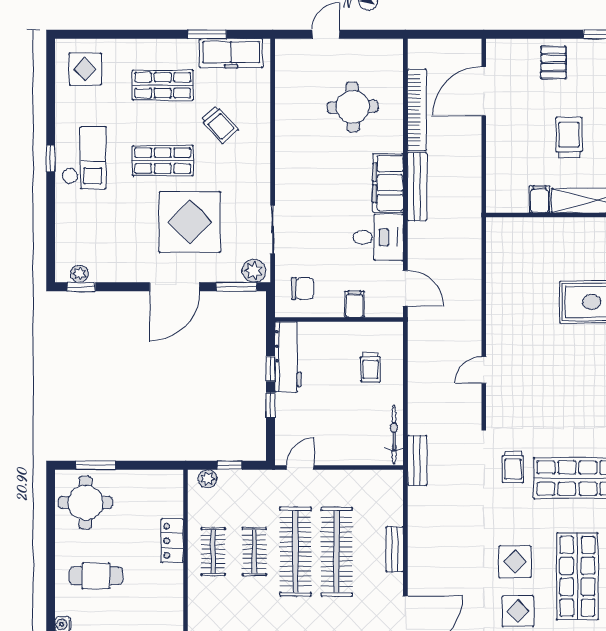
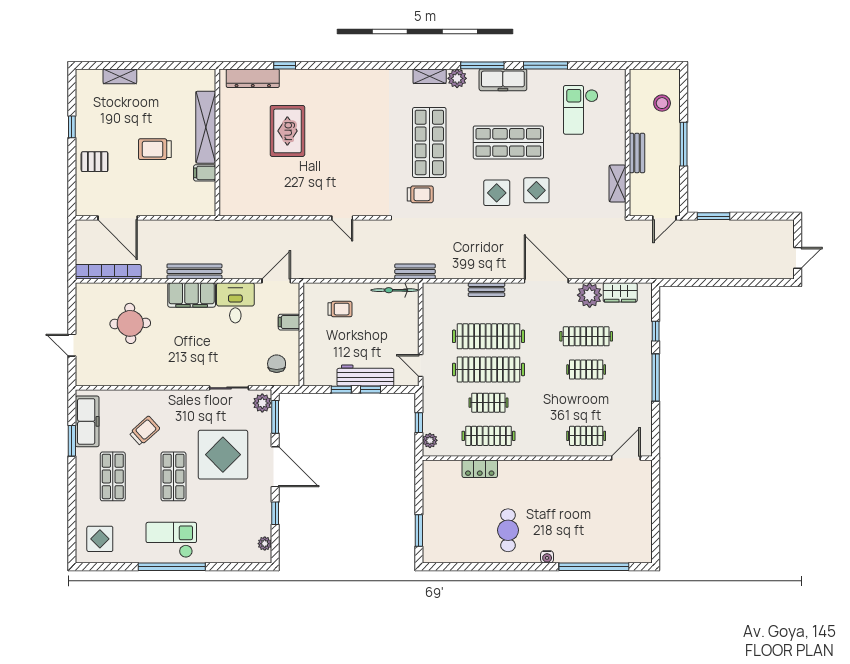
bookcase: (417, 110) -> (108, 272), moved
window: (51, 158) -> (172, 567), width x3.17
window: (81, 287) -> (275, 513), moved
workbench: (288, 357) -> (365, 375), moved
round table: (85, 502) -> (449, 539), removed
clothes rail: (213, 552) -> (488, 436), width x1.36

